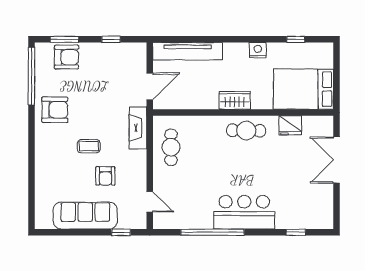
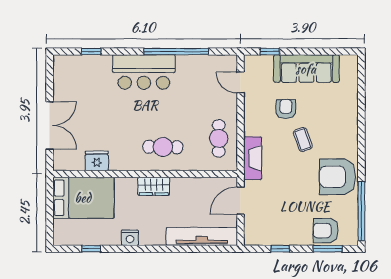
armchair: (55, 110) -> (337, 177), width x1.36, depth x1.36
cafe table: (246, 131) -> (163, 147), moved
coffee table: (89, 146) -> (303, 139), turned 70

